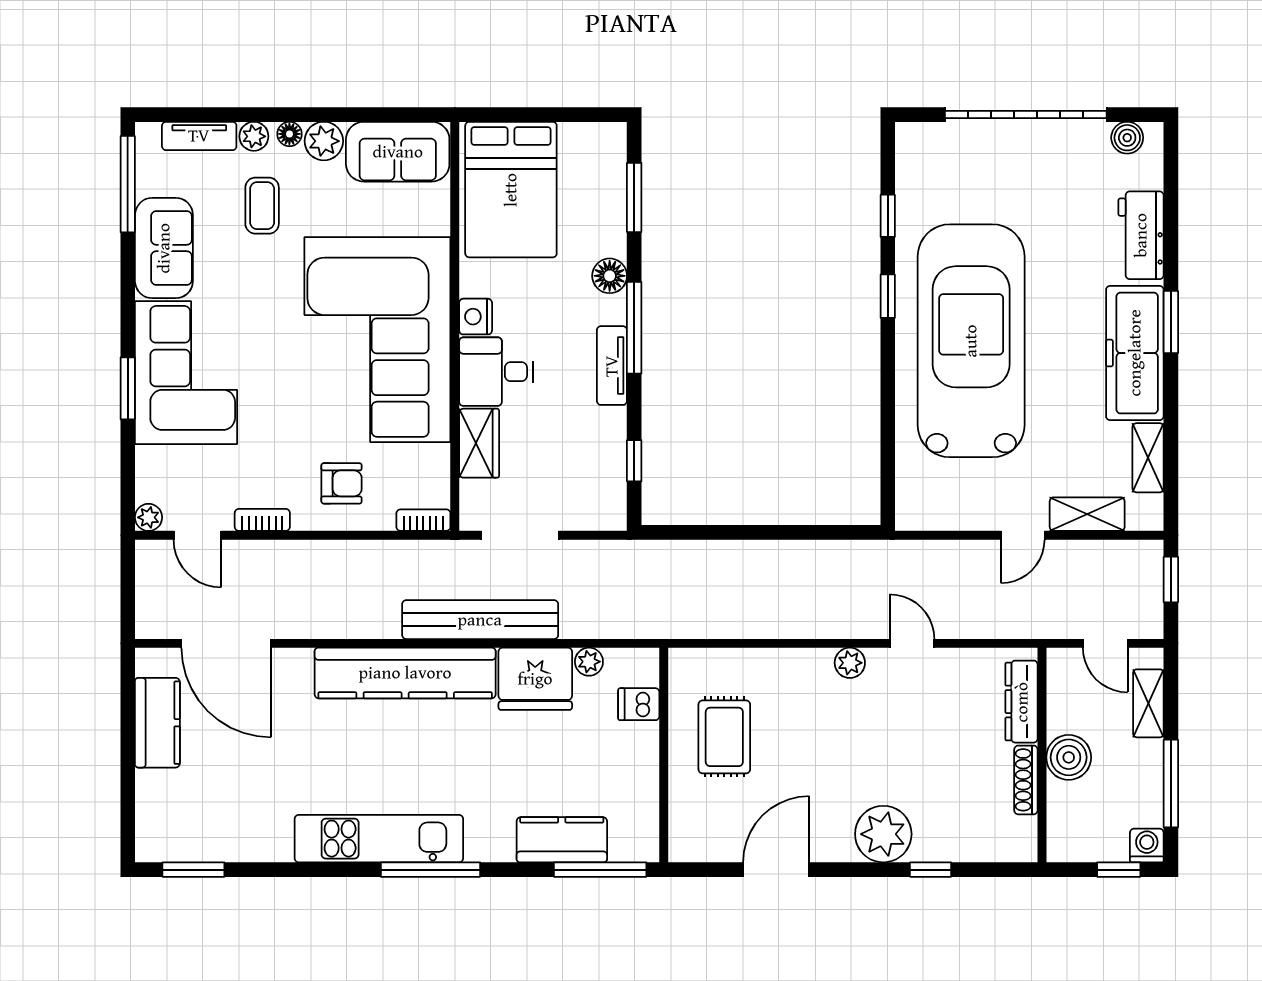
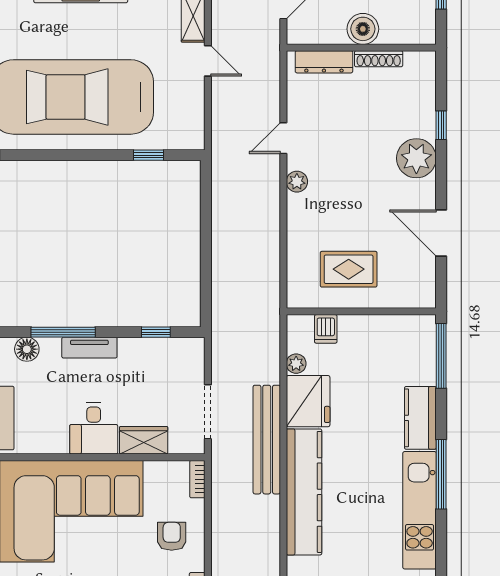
window: (888, 296) -> (148, 155), moved
nightstand: (476, 317) -> (55, 443), removed
kitchen counter: (562, 840) -> (420, 418), moved

